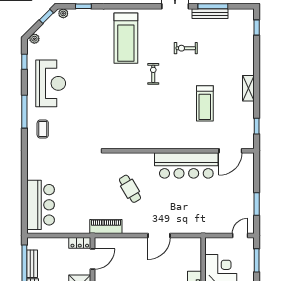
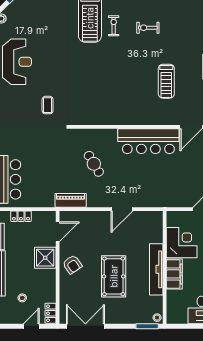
exercise bike: (153, 74) -> (114, 26), moved
coffee table: (43, 129) -> (48, 105), moved
locker: (80, 243) -> (21, 216), moved

